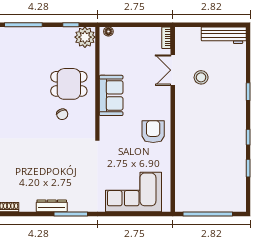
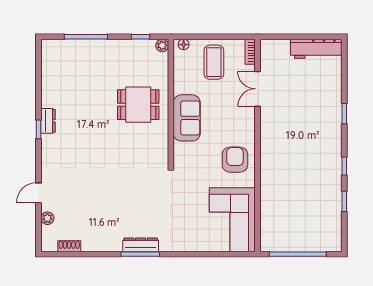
plant: (85, 37) -> (162, 45), width x0.53, depth x0.53
coffee table: (135, 47) -> (214, 62), added
stool: (201, 77) -> (290, 97), removed
chair: (62, 114) -> (130, 140), removed
corner sofa: (133, 192) -> (232, 220), moved, turned -90
dresser: (52, 206) -> (141, 245), moved

